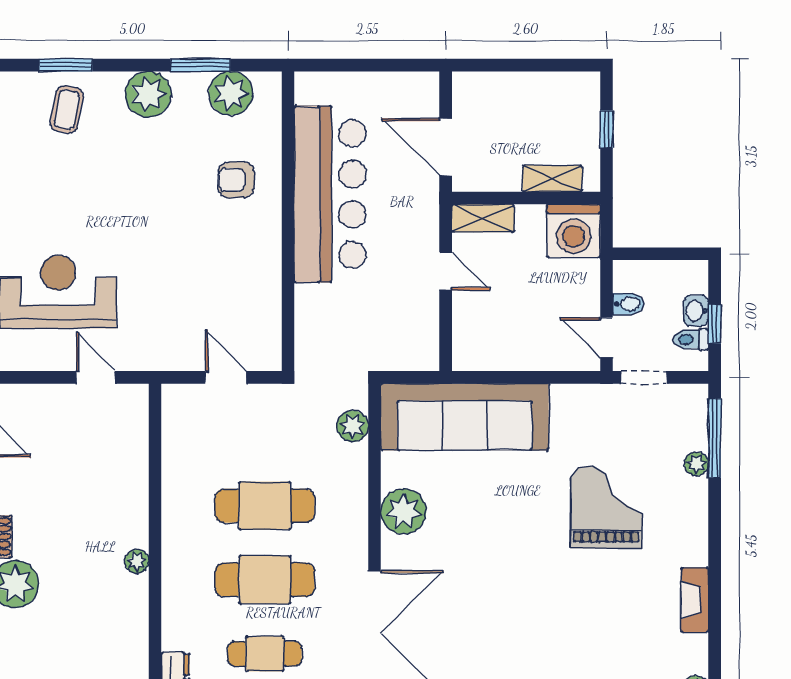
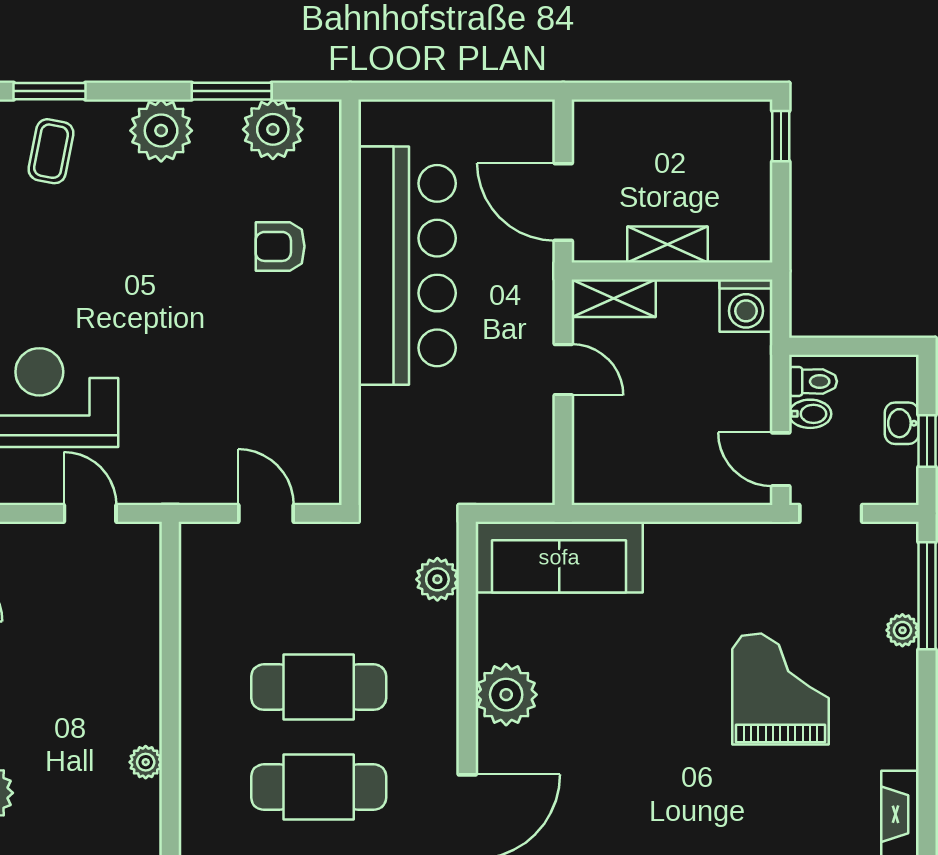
window: (606, 129) -> (781, 136), moved
shelving: (552, 179) -> (667, 245), moved
washing machine: (574, 231) -> (746, 306), width x0.73, depth x0.73
toilet: (691, 339) -> (813, 381), moved, turned 180
sofa: (465, 417) -> (559, 557), width x0.74, depth x0.79

